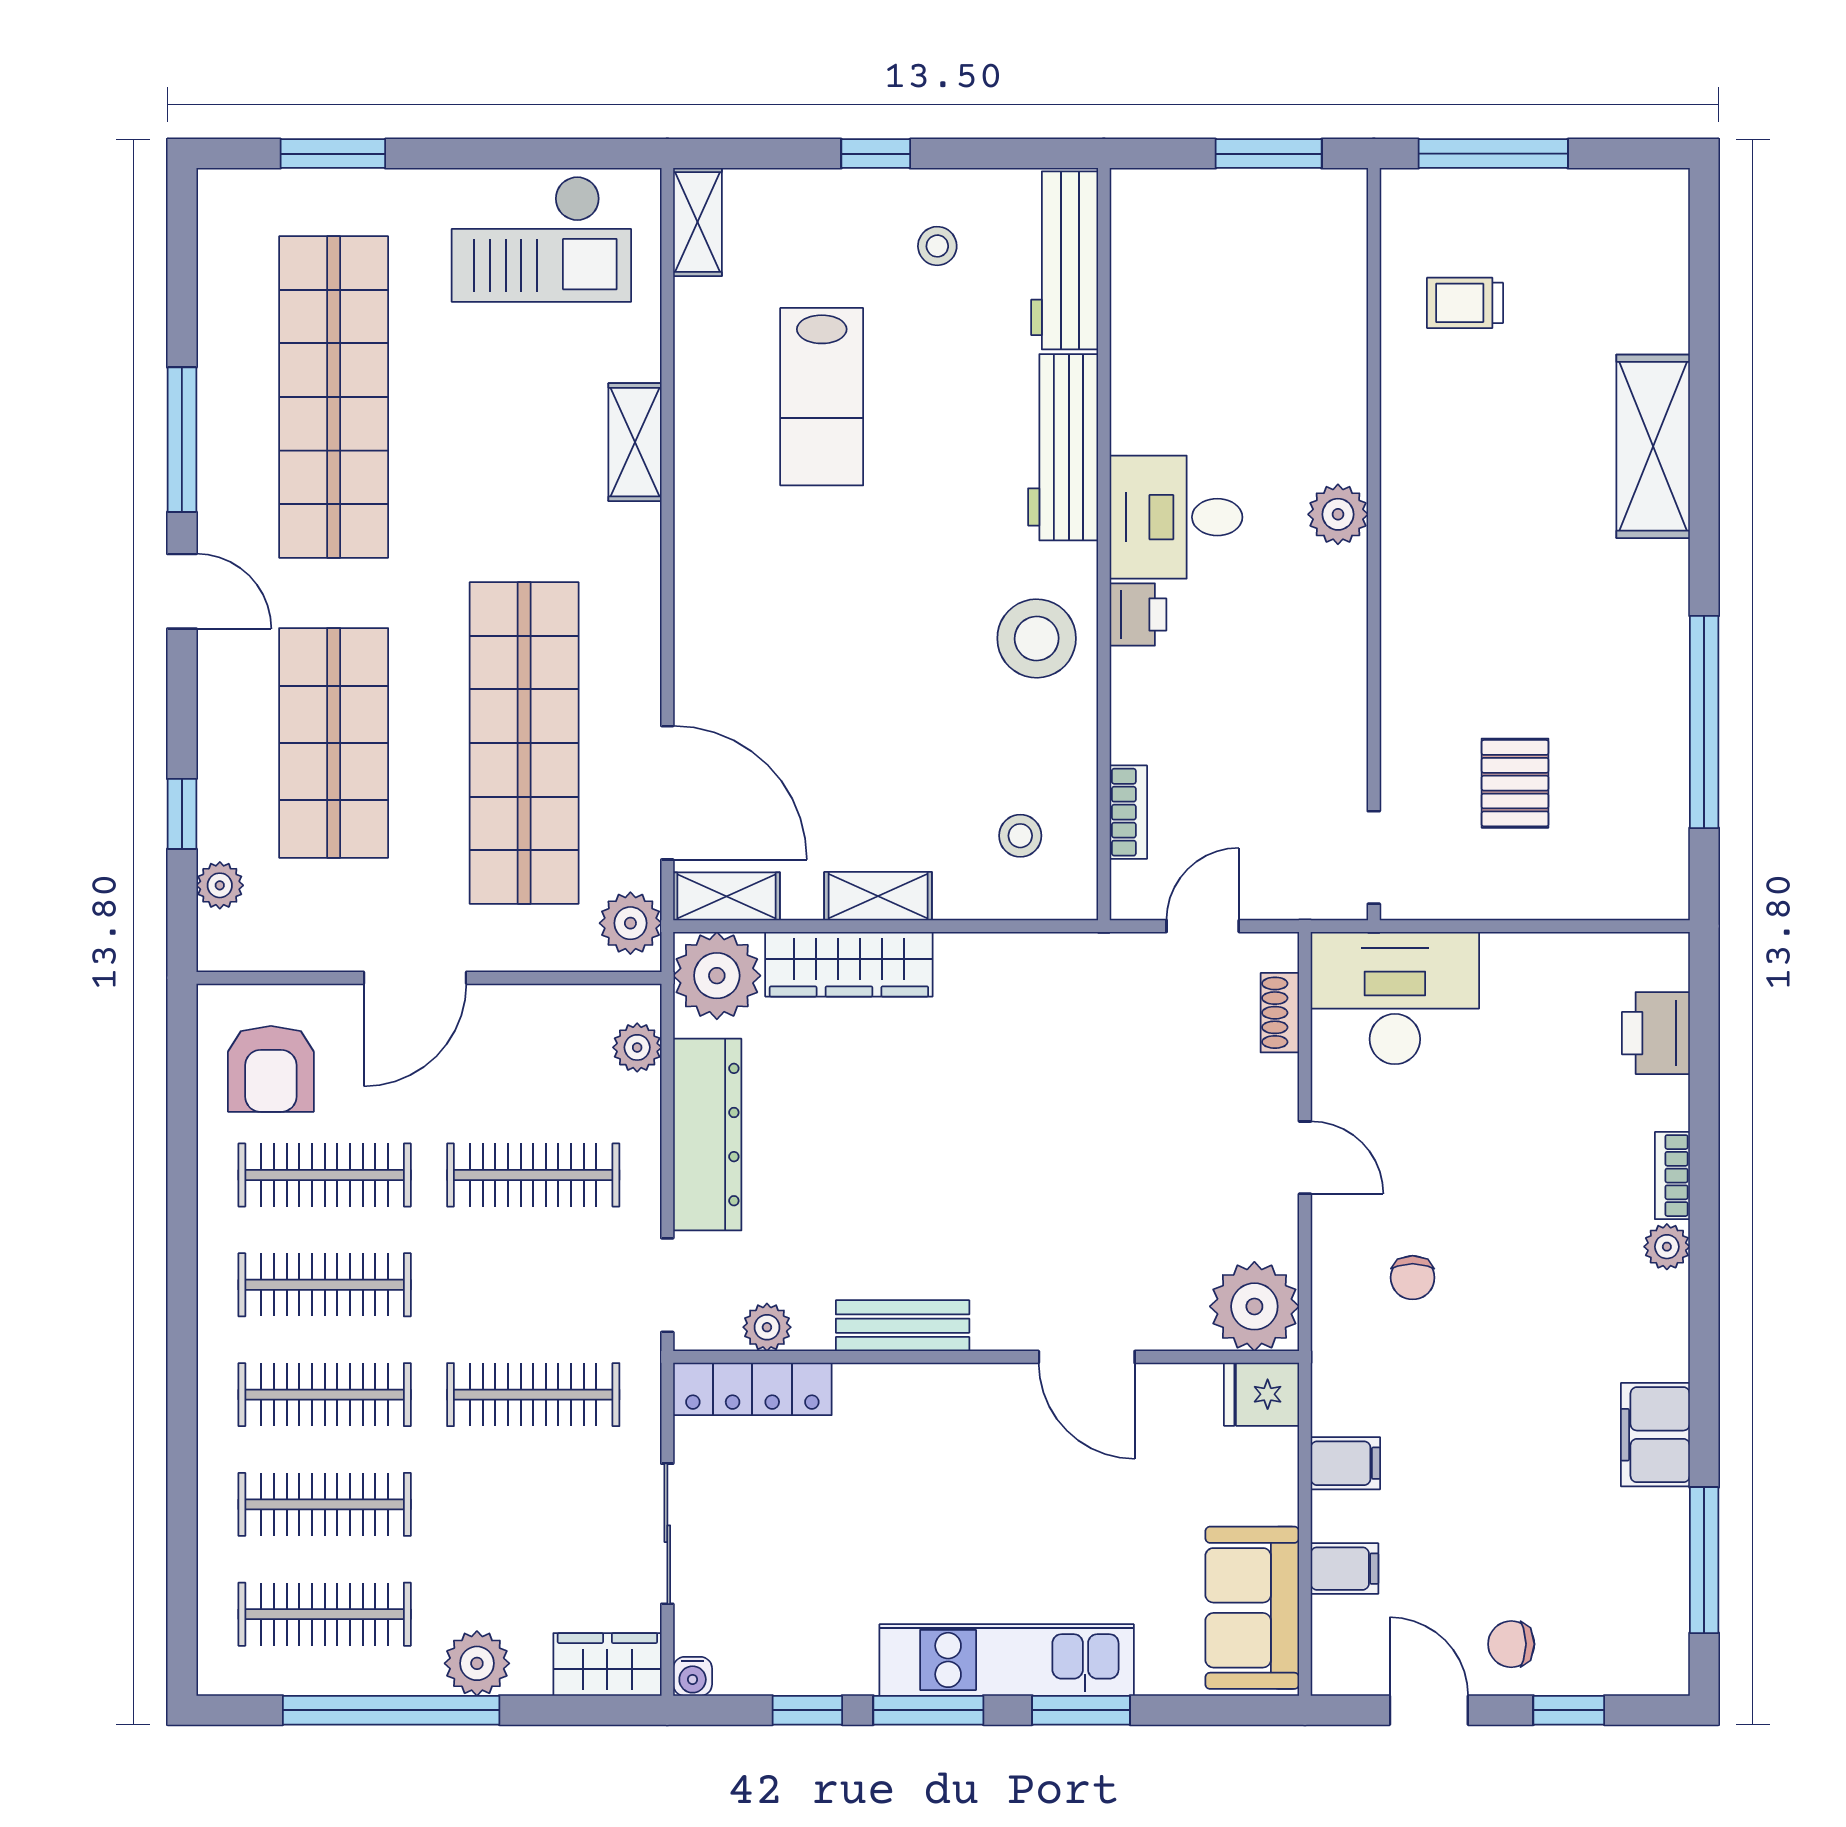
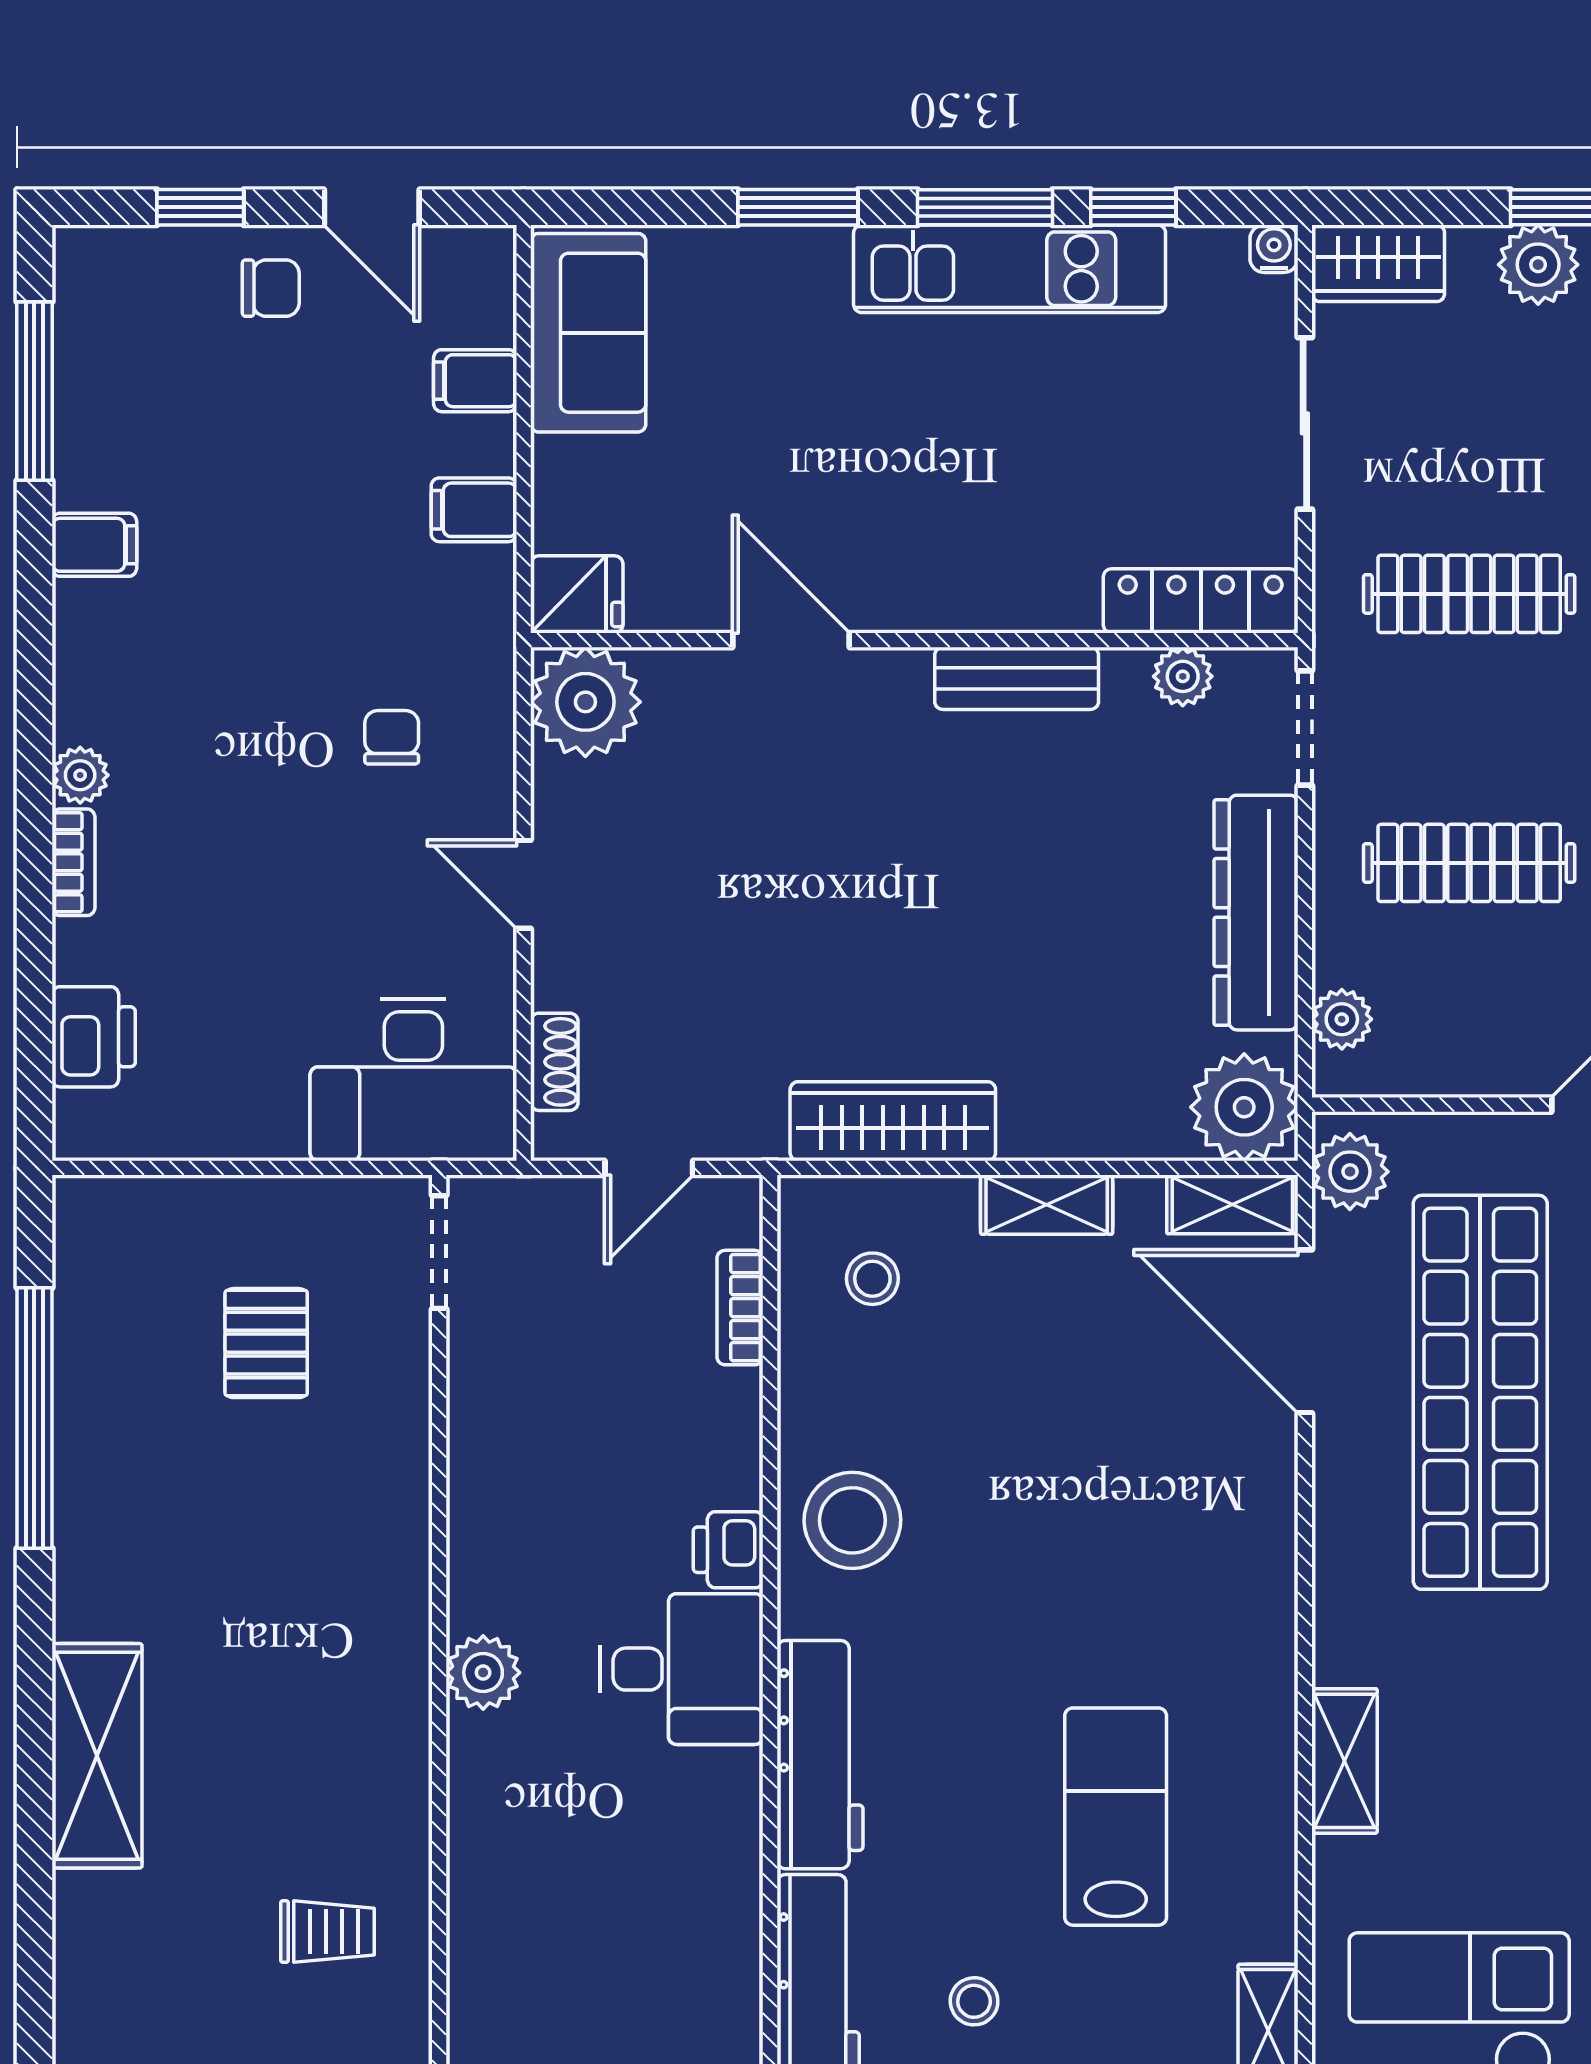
wardrobe: (849, 964) -> (893, 1121), moved
filing cabinet: (1655, 1435) -> (94, 545), width x0.50
kitchen unit: (1007, 1660) -> (1010, 269), moved

